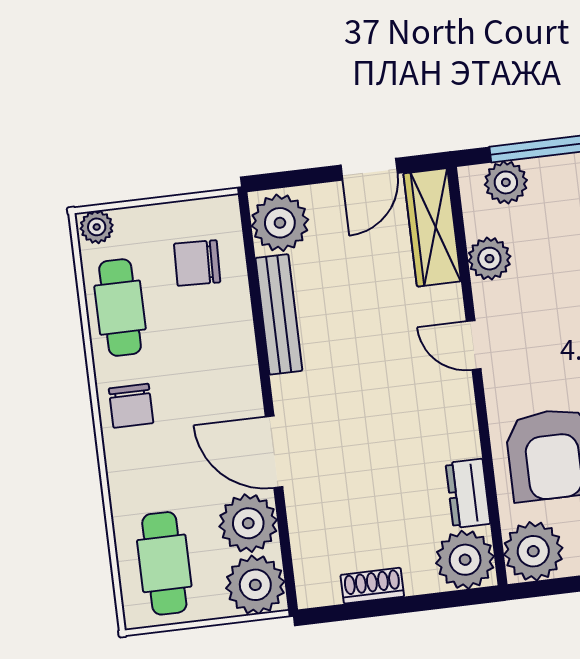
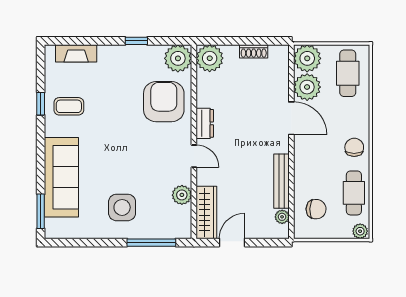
plant: (506, 182) -> (170, 229), removed
plant: (280, 223) -> (282, 217), width x0.53, depth x0.53
dresser: (468, 493) -> (205, 123), moved

